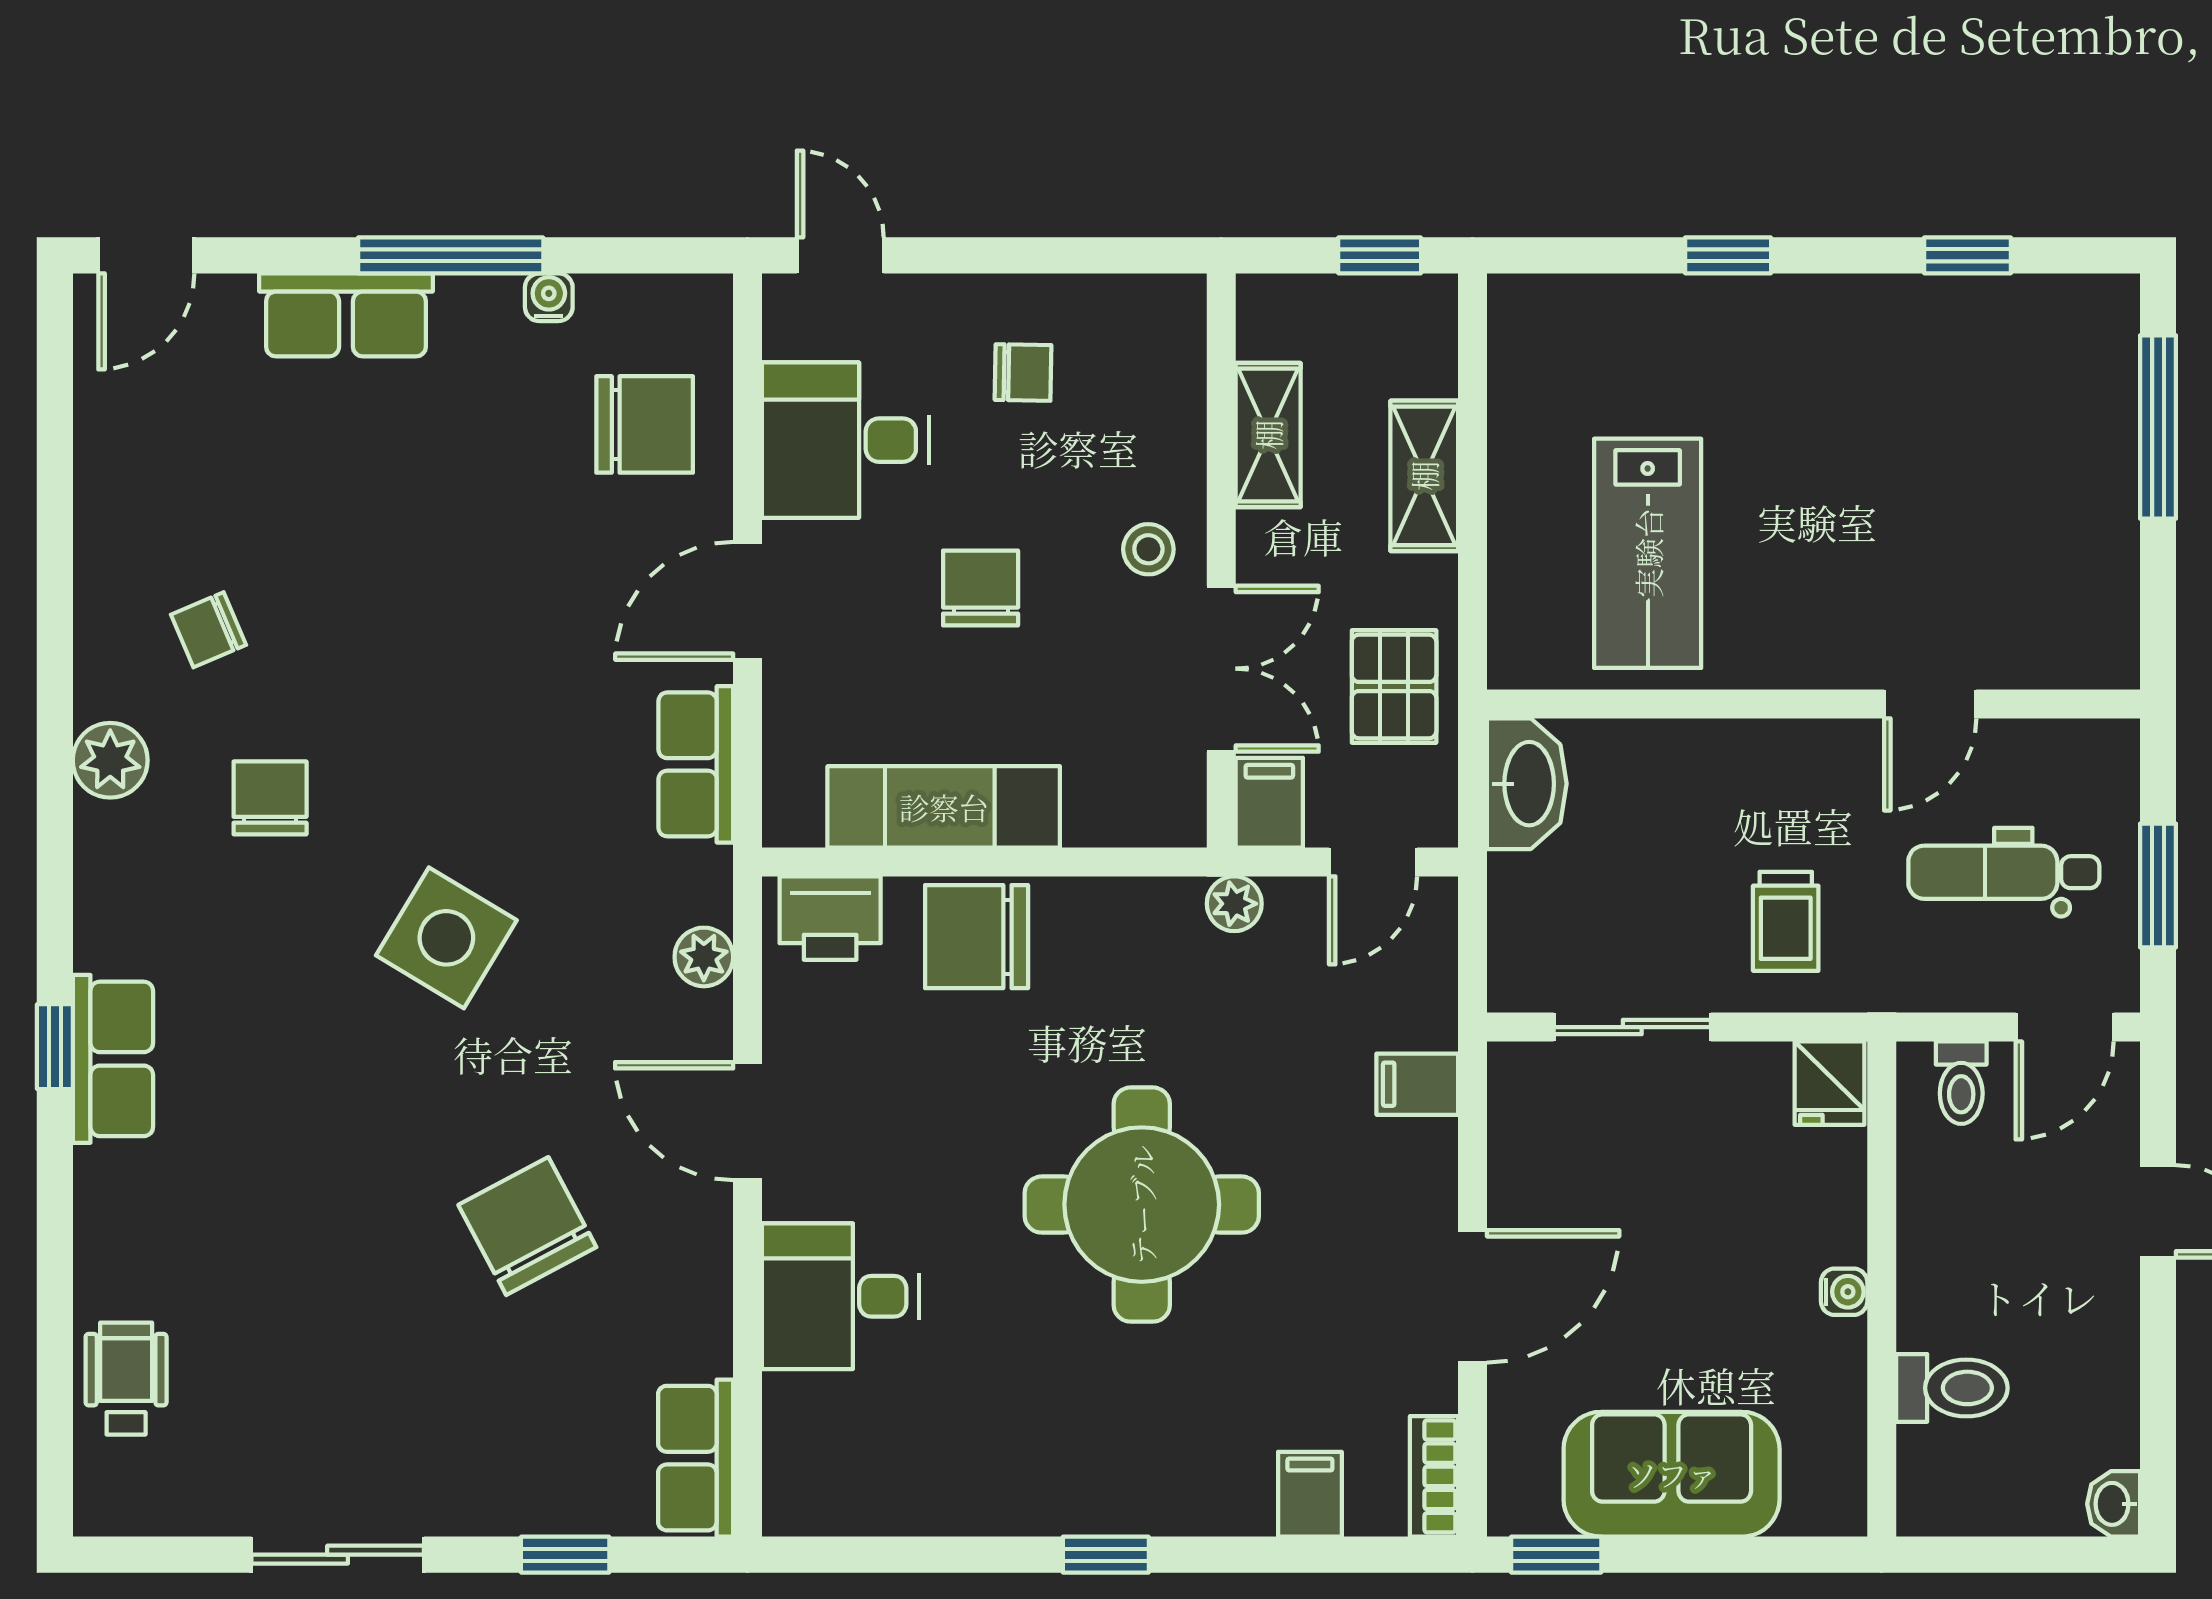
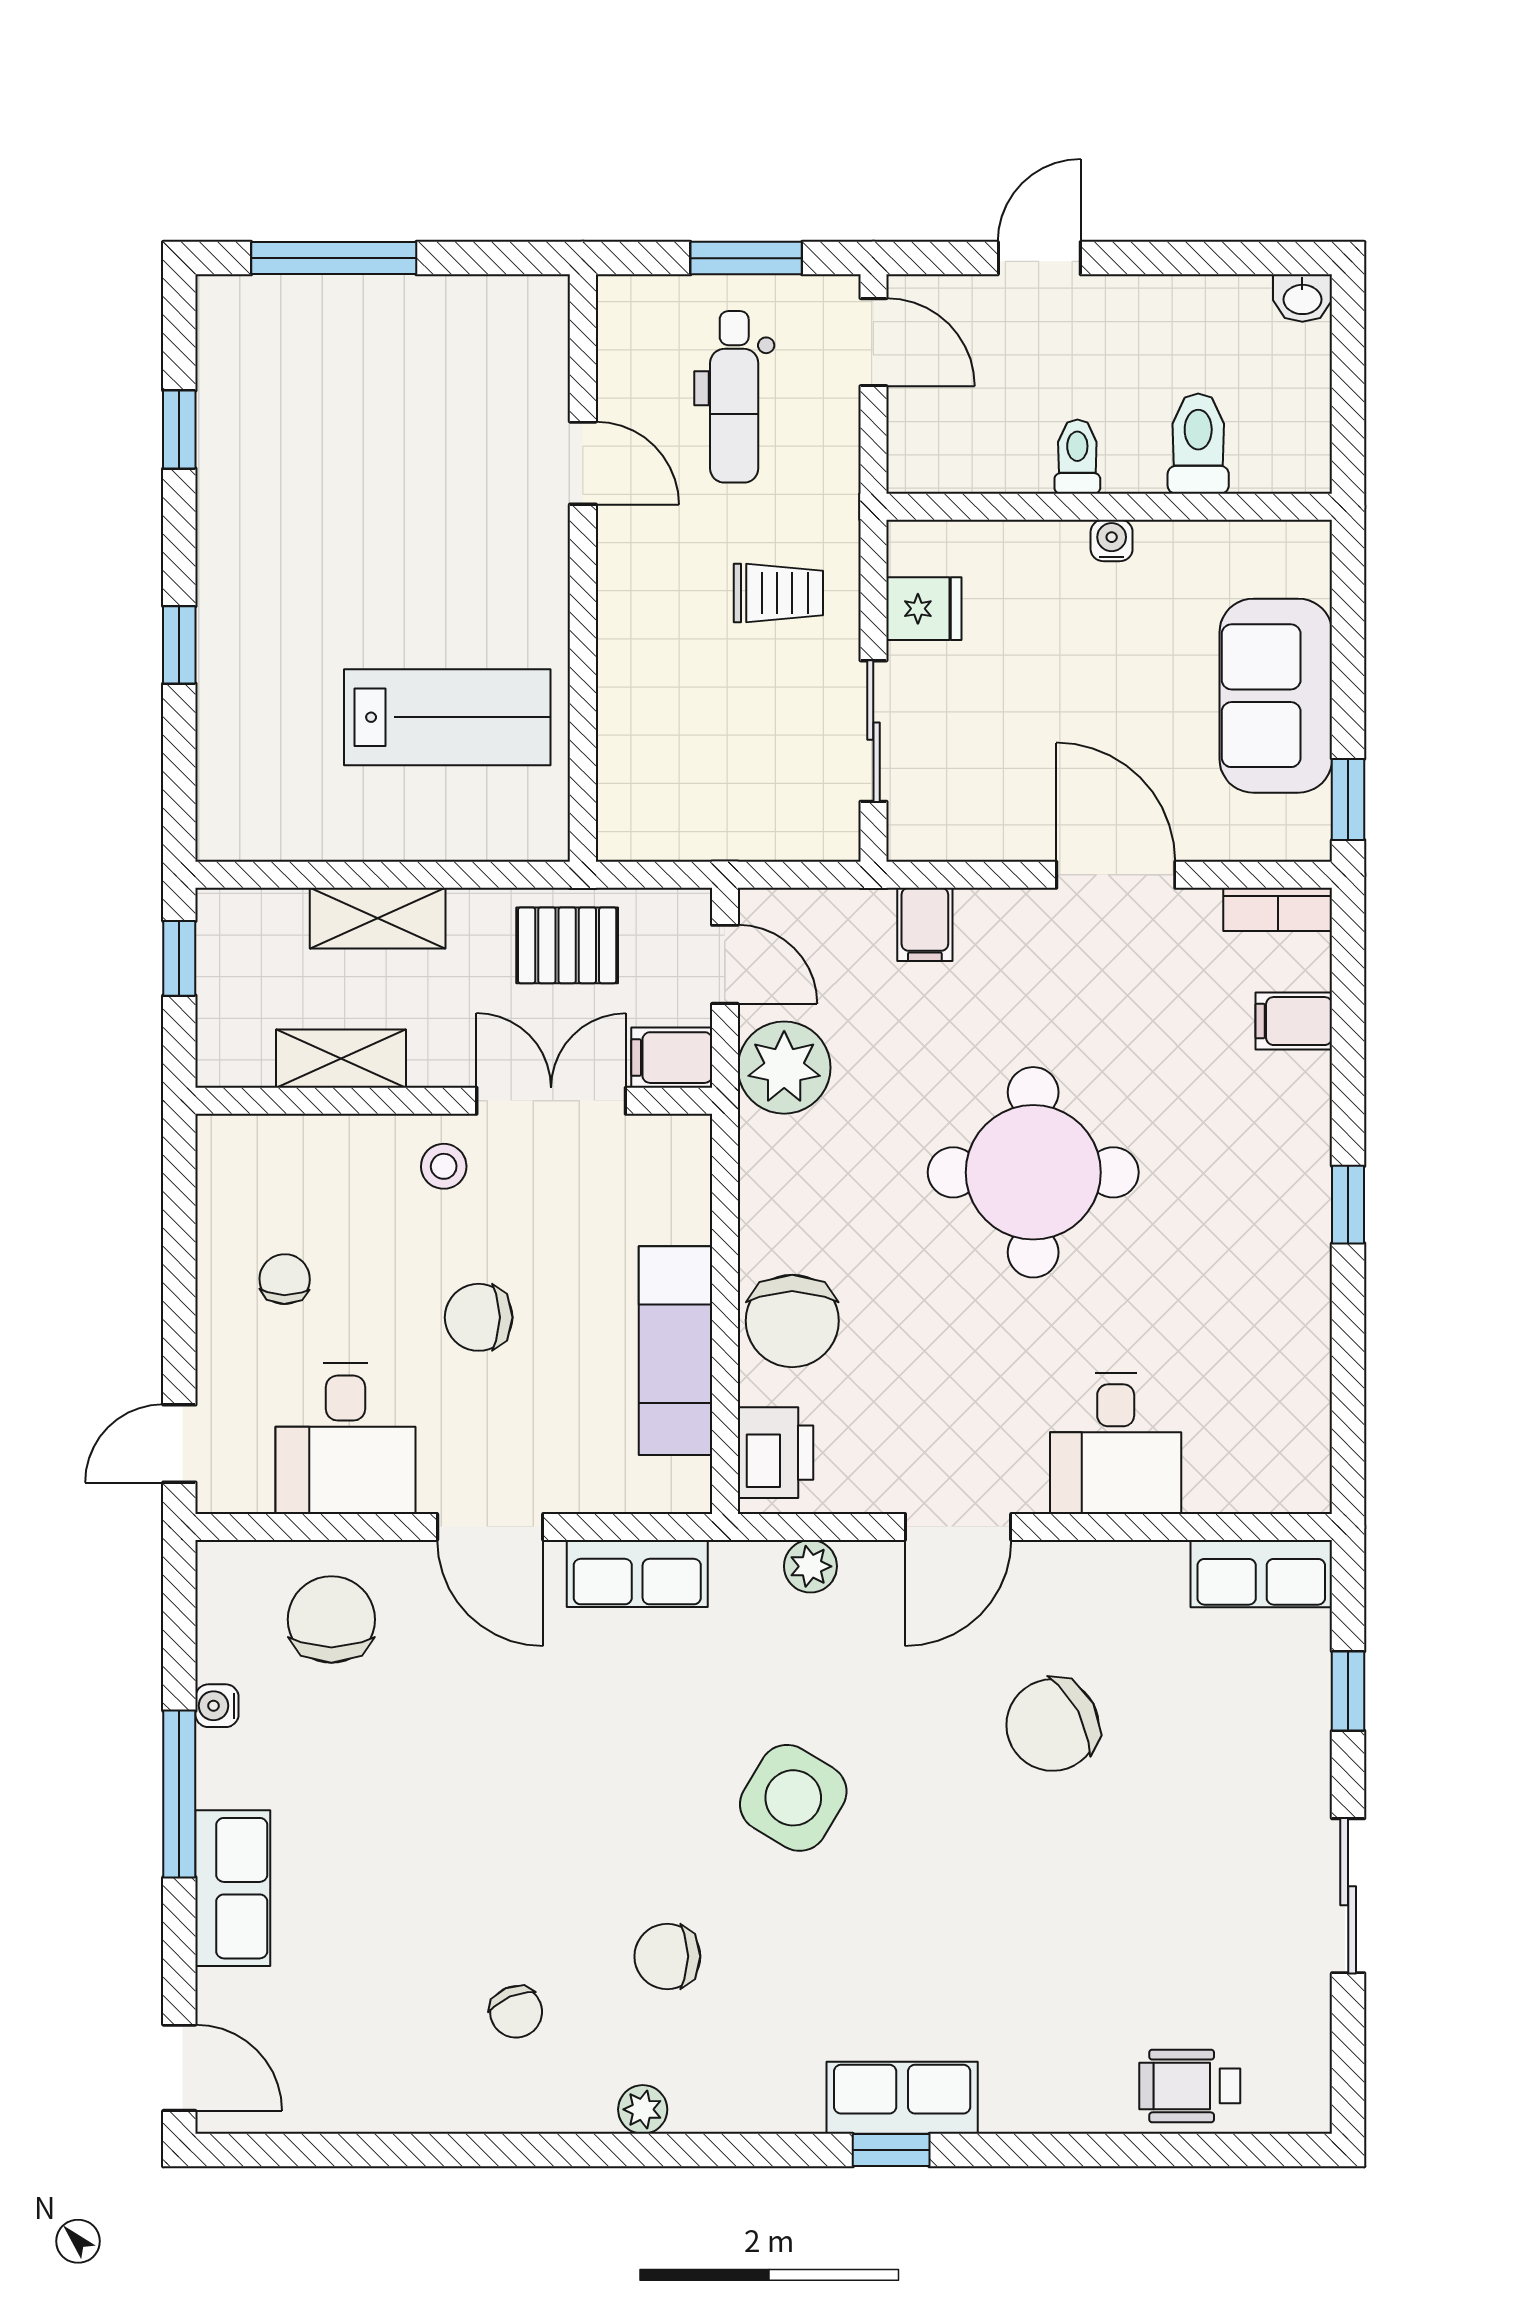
plant: (110, 760) -> (643, 2109), width x0.73, depth x0.73
washbasin: (1527, 784) -> (655, 826), removed
plant: (1234, 904) -> (784, 1068), width x1.88, depth x1.88
fridge: (1830, 1083) -> (924, 609), moved
toilet: (1961, 1083) -> (1077, 457), moved, turned -90

